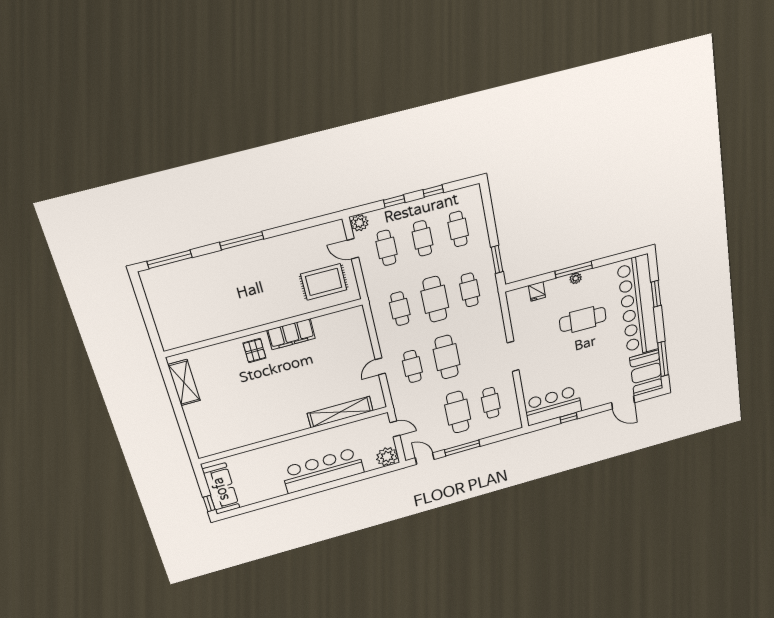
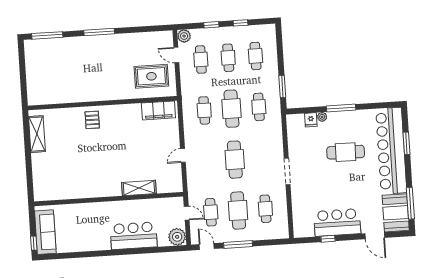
plant: (576, 278) -> (322, 117), moved
filing cabinet: (291, 334) -> (158, 110), moved
cafe table: (412, 366) -> (211, 212), moved
bar counter: (553, 406) -> (337, 223), moved
shelving: (340, 412) -> (139, 188), width x0.68
bar counter: (323, 470) -> (134, 236), width x0.73

